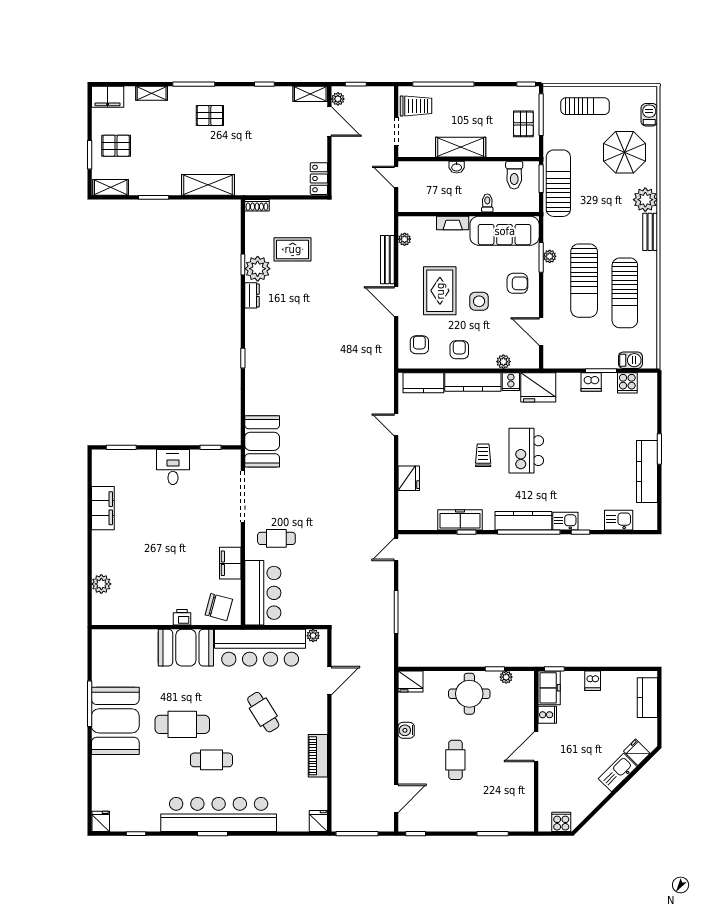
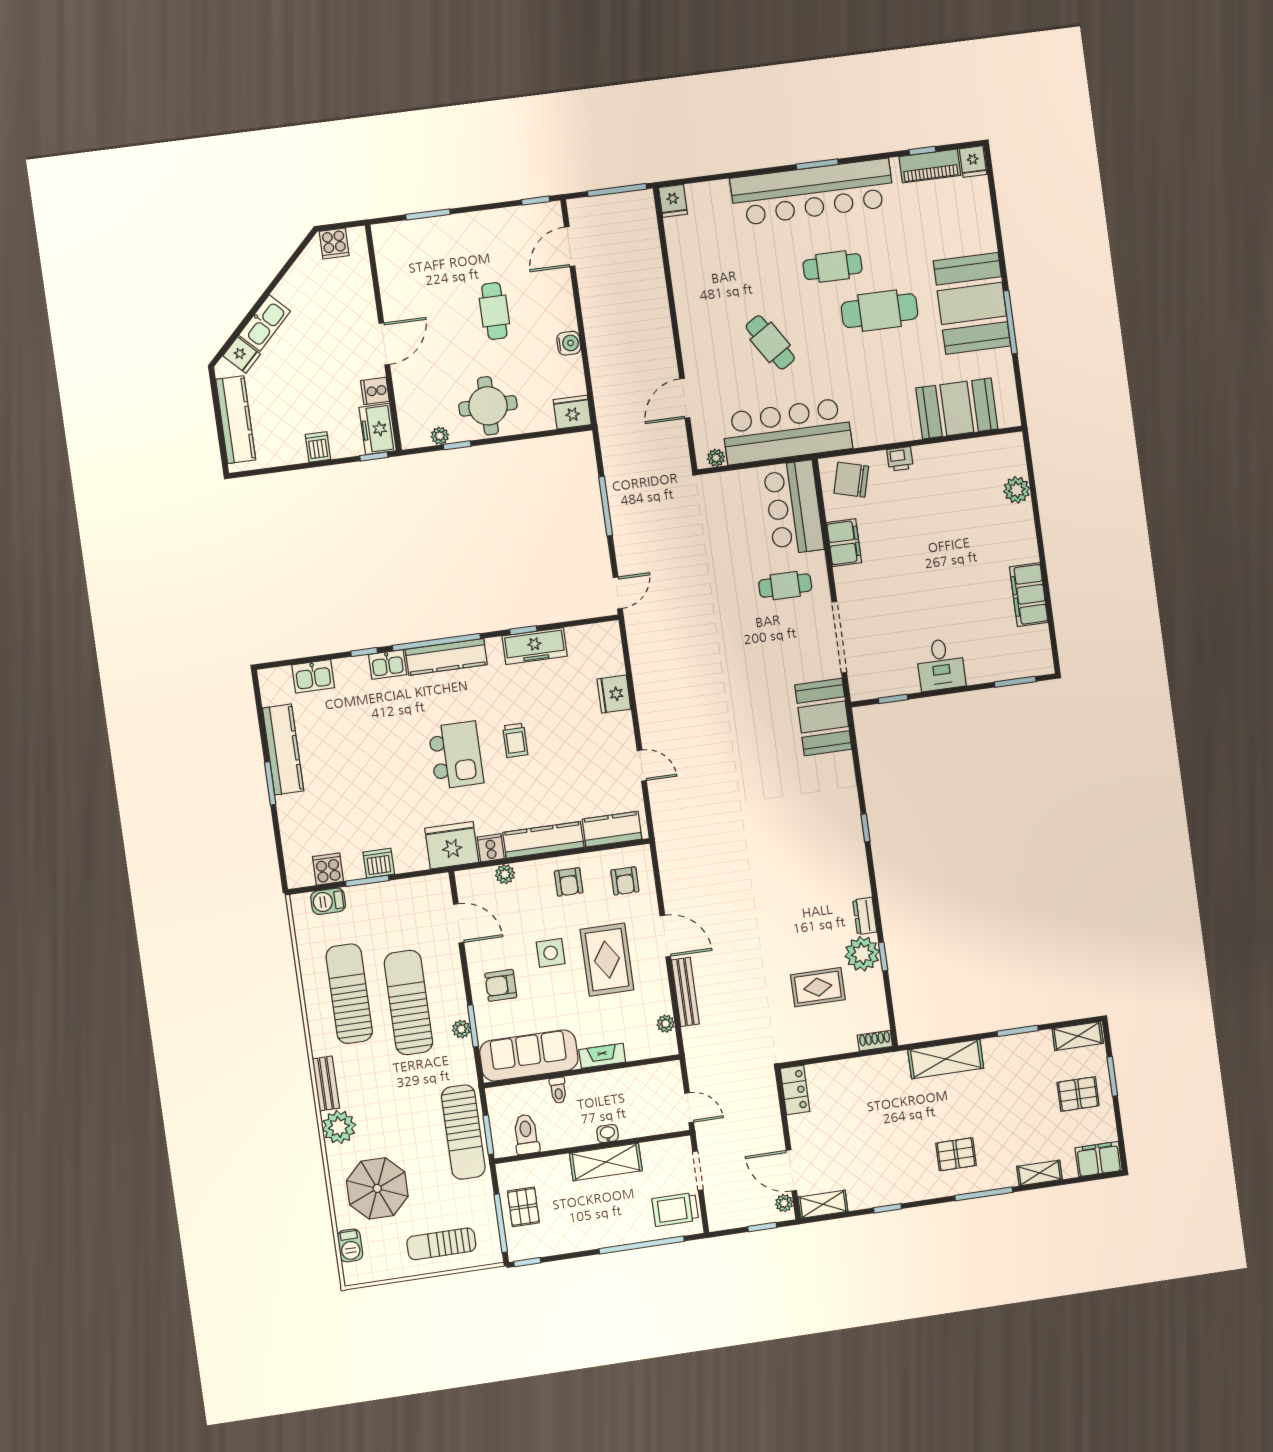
booth: (186, 648) -> (957, 408), moved
kitchen counter: (647, 698) -> (236, 420), width x1.50
piano: (318, 756) -> (930, 166), moved, turned 90

